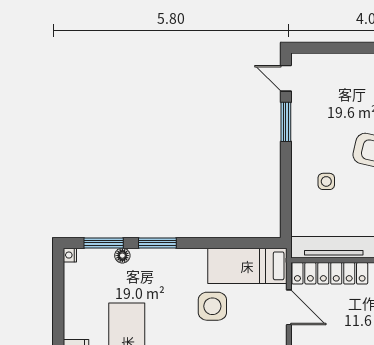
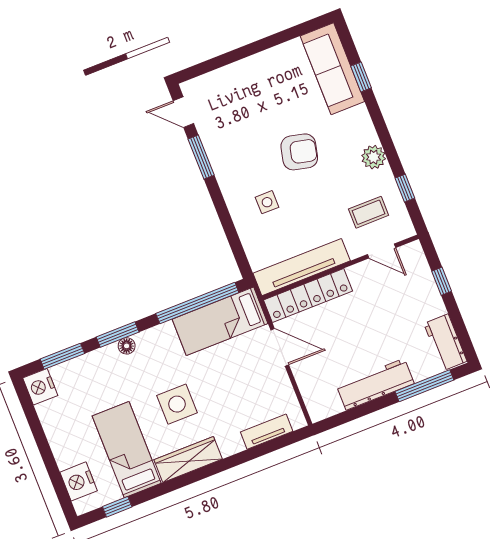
window: (234, 243) -> (197, 303), added
nightstand: (70, 255) -> (40, 387), width x1.89, depth x1.79
floor lamp: (122, 256) -> (127, 346), moved
side table: (212, 306) -> (177, 404), moved

